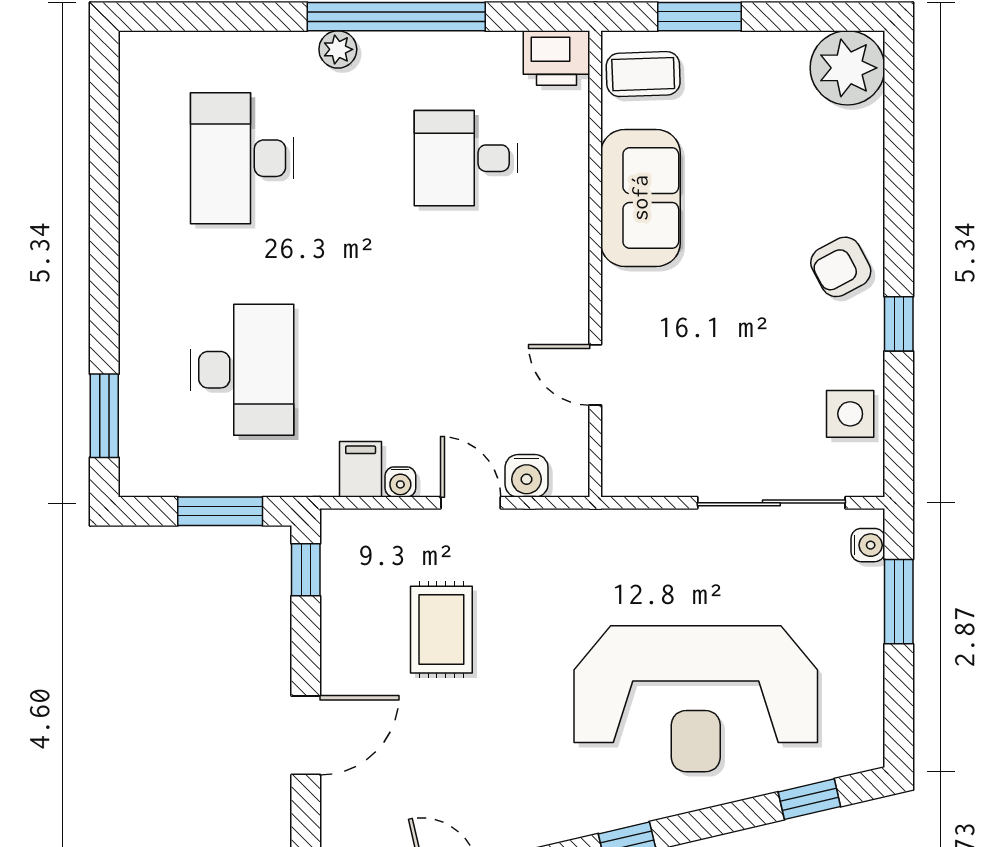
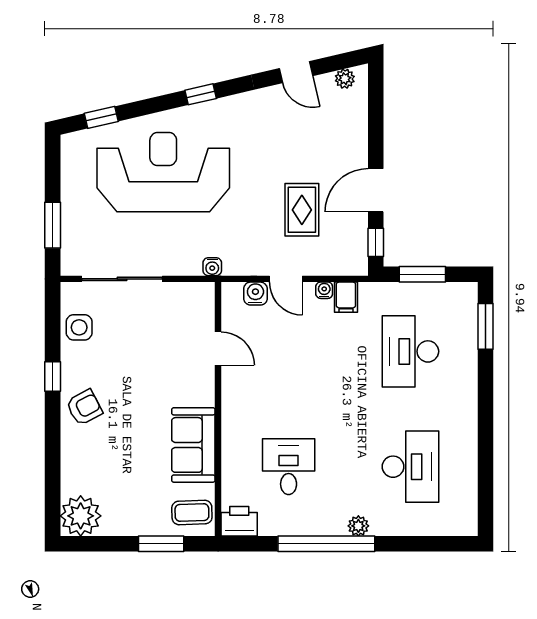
desk: (466, 158) -> (289, 467), turned -90
water cooler: (868, 545) -> (212, 267), moved, turned -90
door: (306, 735) -> (376, 190), moved

